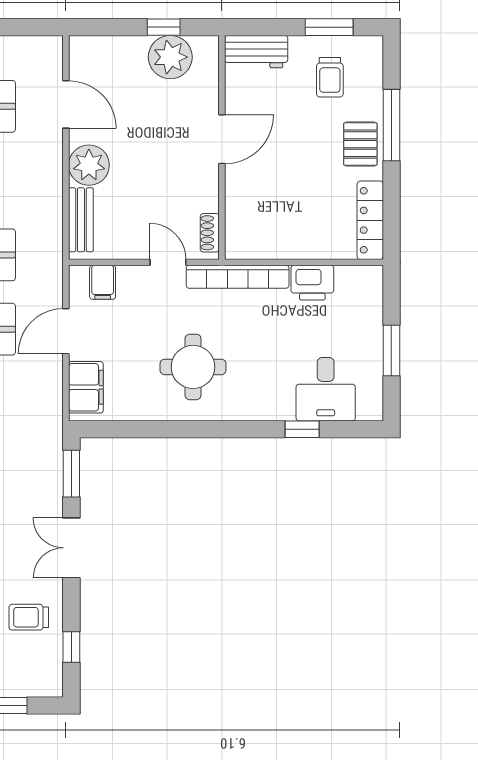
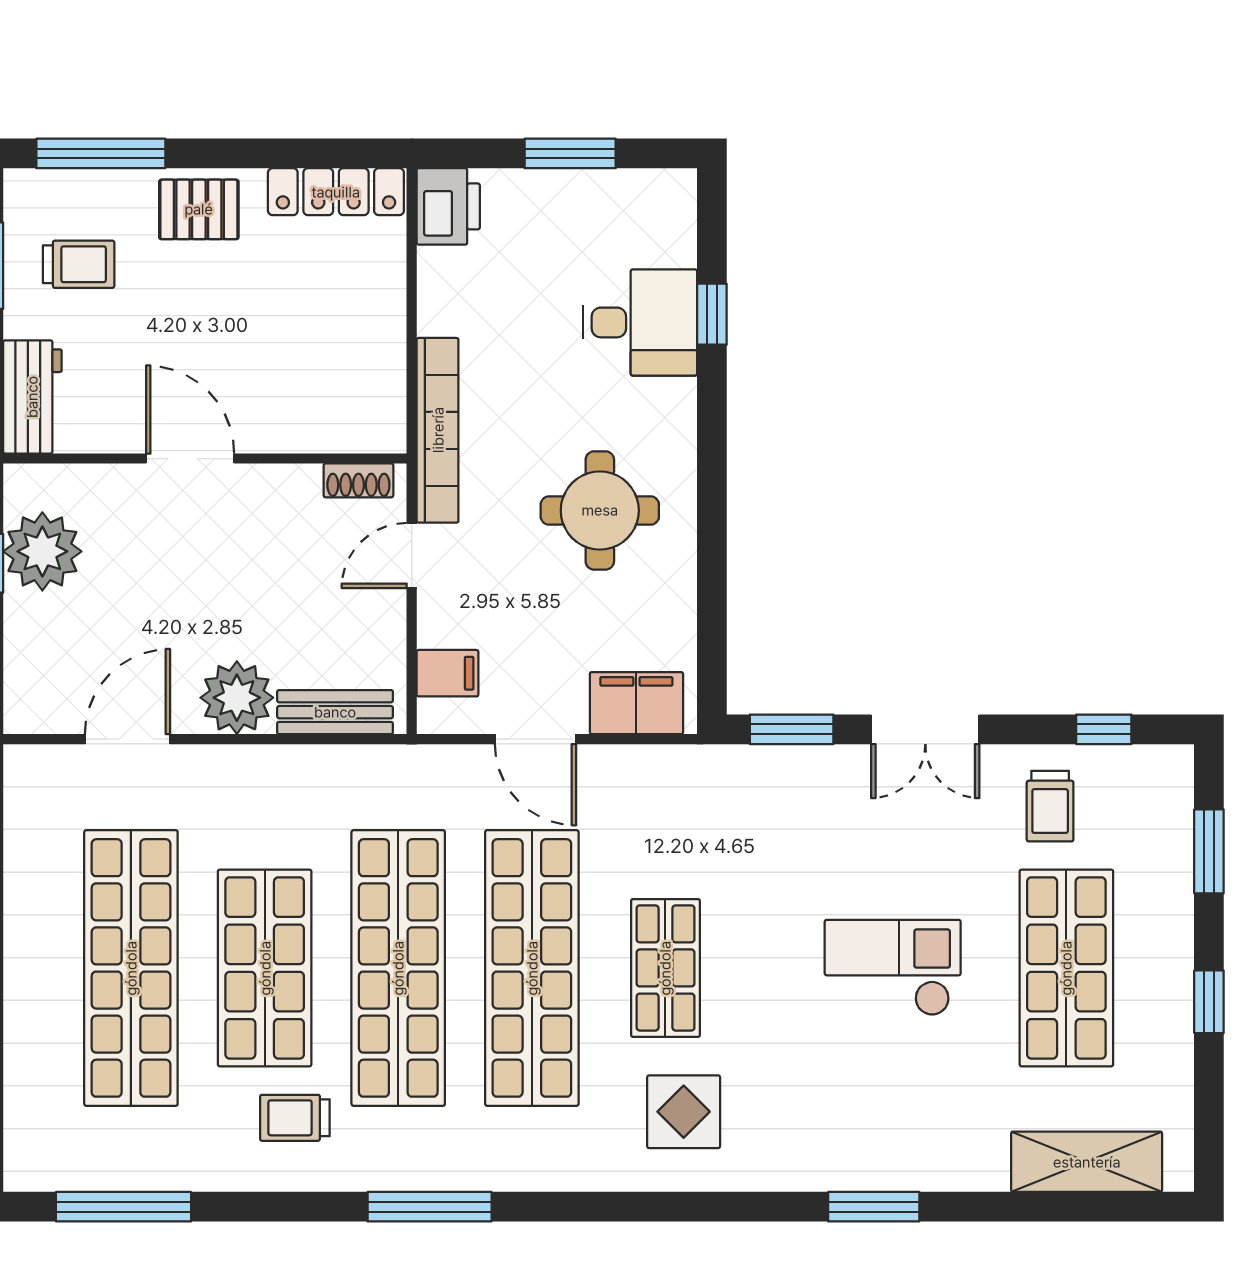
window: (391, 125) -> (101, 153), moved
printer: (312, 283) -> (448, 206), moved
desk: (326, 389) -> (640, 322), moved

